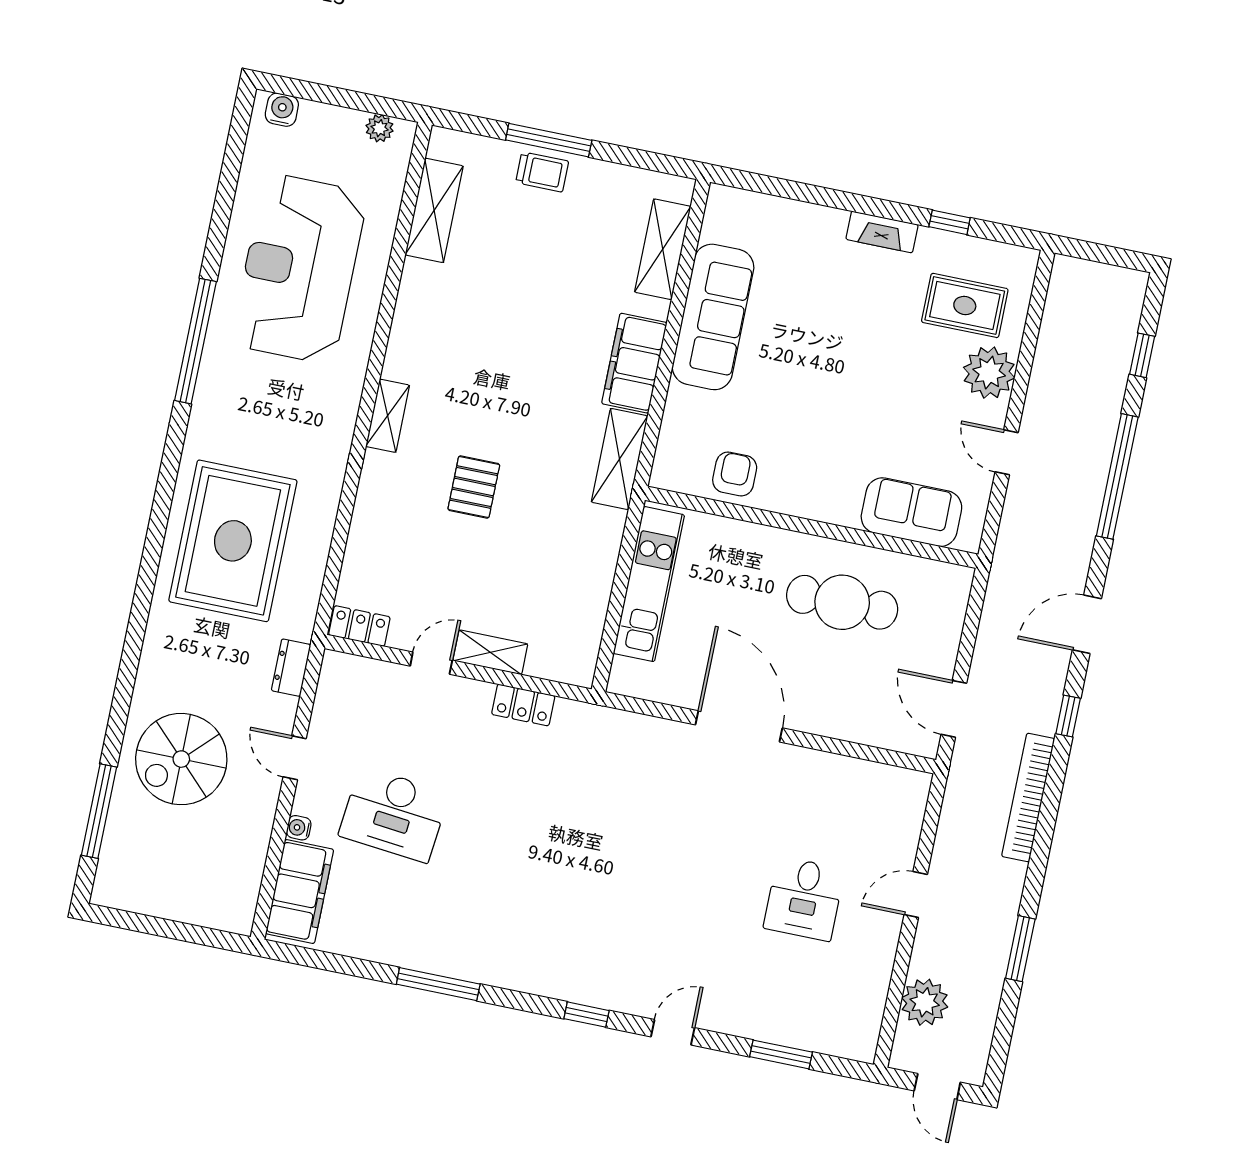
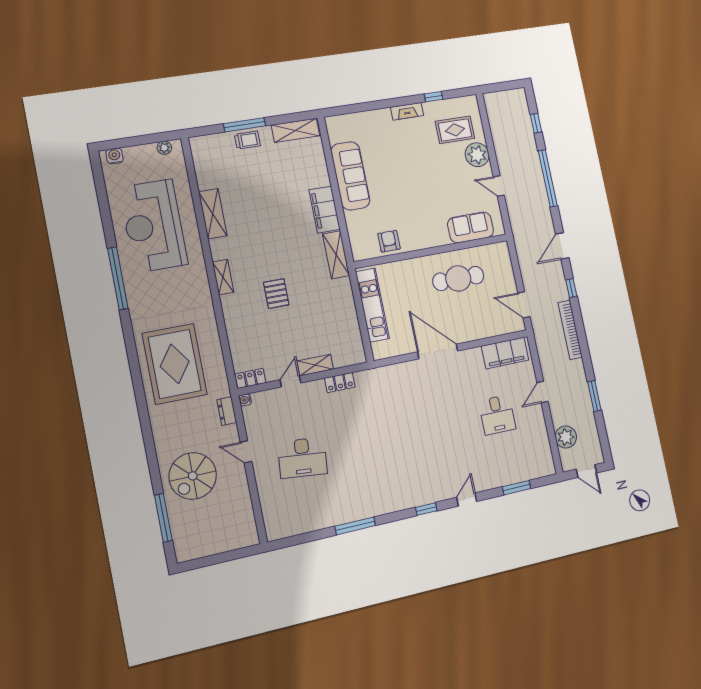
shelving: (434, 210) -> (213, 214), moved
shelving: (663, 249) -> (296, 130), moved, turned 90
water cooler: (299, 828) -> (245, 400), moved
filing cabinet: (300, 892) -> (505, 353), moved, turned 90

